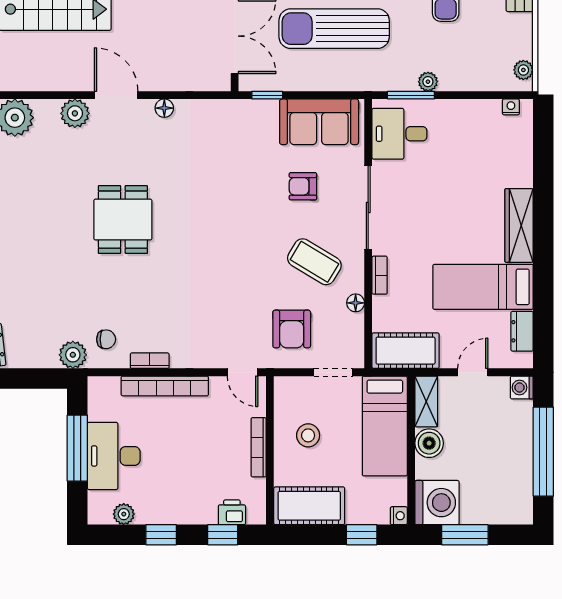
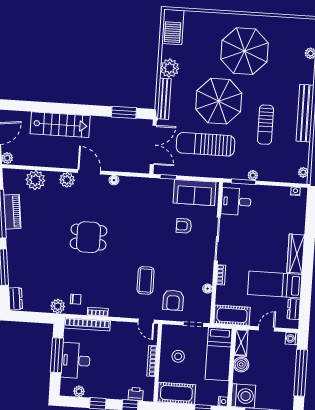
dining table: (123, 220) -> (89, 237), turned 90
coffee table: (314, 262) -> (146, 280), moved, turned 59
bookcase: (165, 386) -> (87, 324), moved

